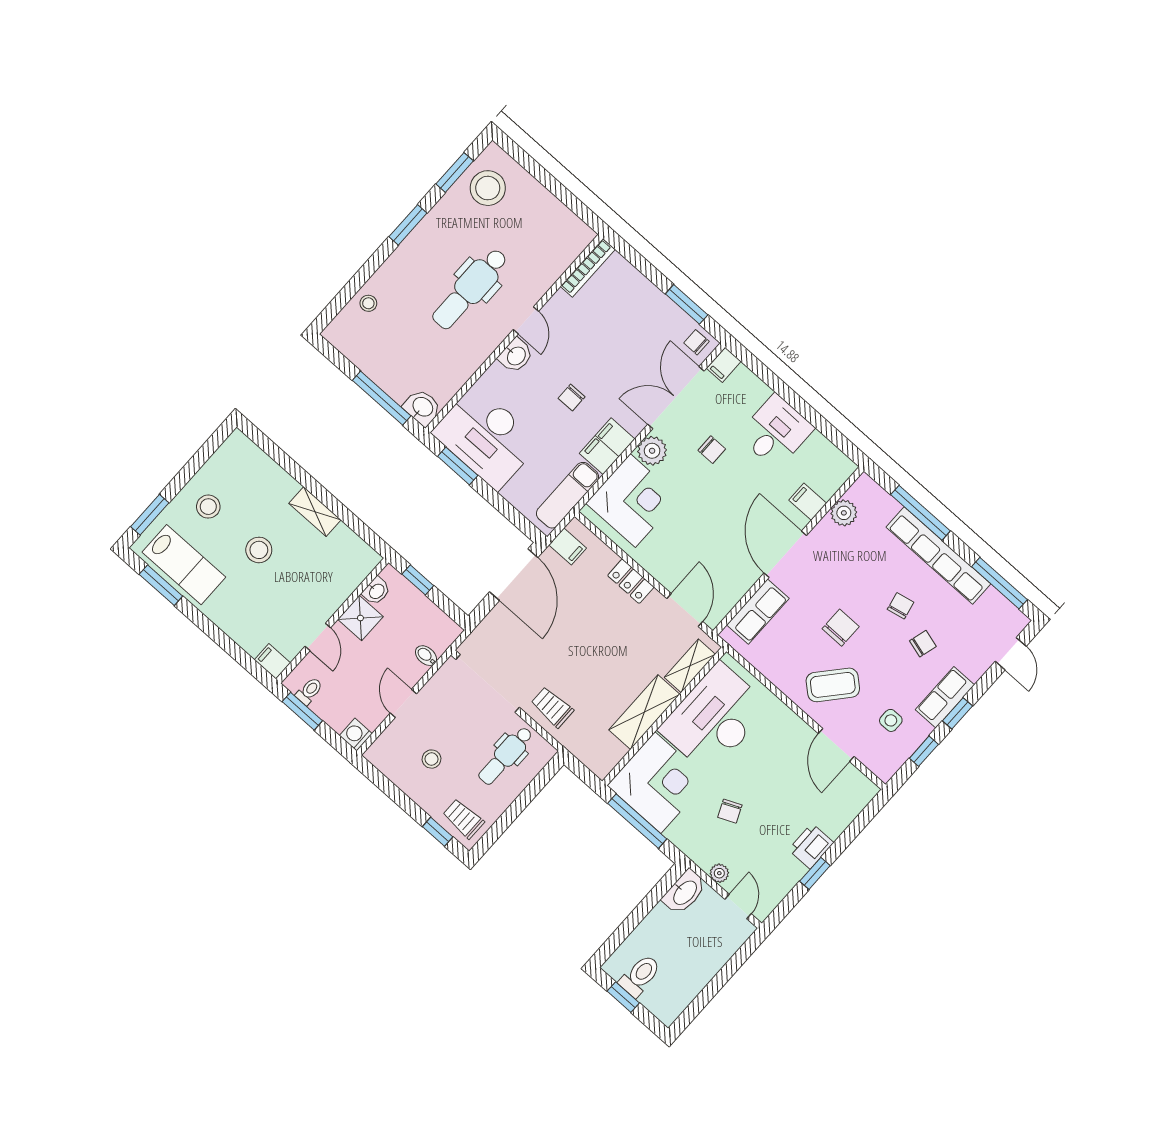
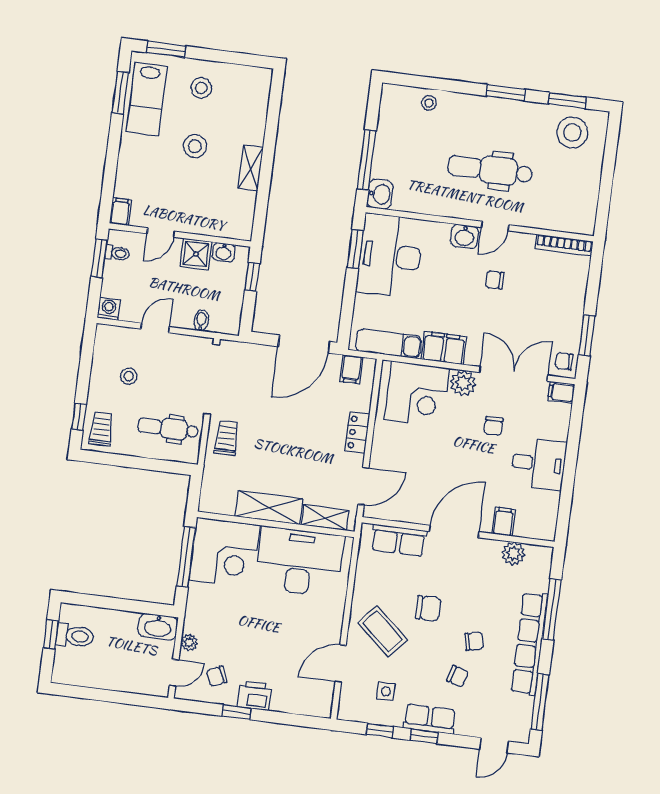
chair: (696, 342) -> (564, 361), turned -90
chair: (571, 398) -> (495, 280), moved
chair: (730, 811) -> (217, 676), moved

